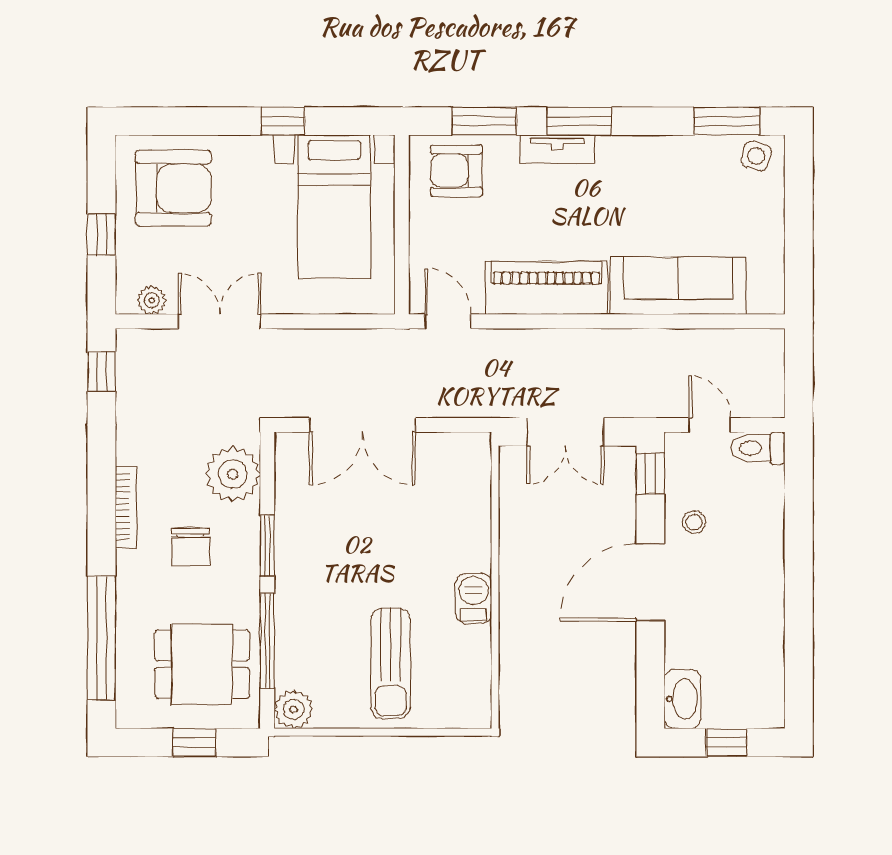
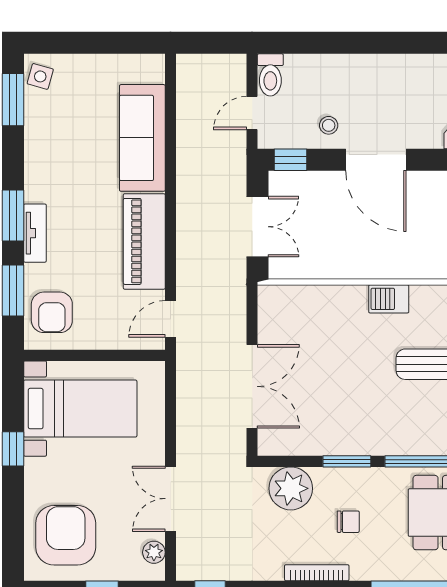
chair: (191, 547) -> (348, 522), width x0.73, depth x0.73

